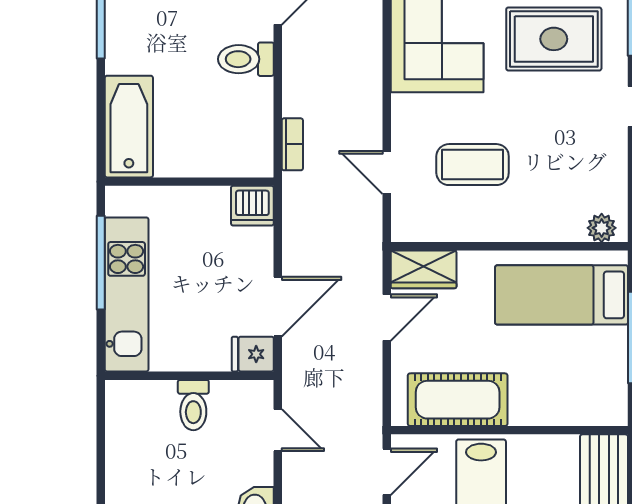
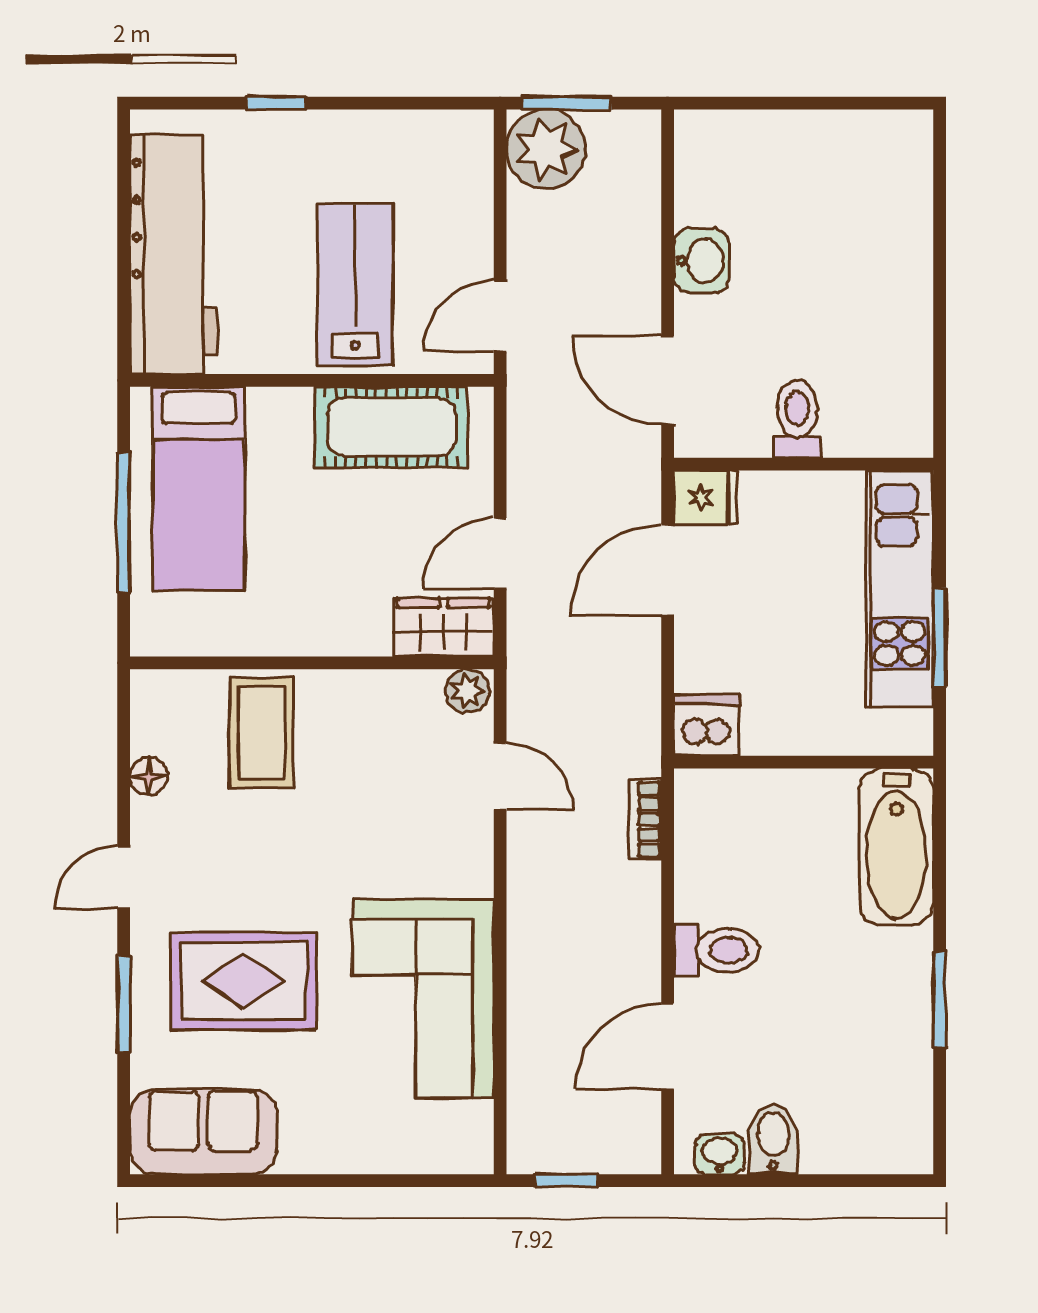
coffee table: (473, 165) -> (262, 733), moved, turned 90
floor lamp: (615, 172) -> (149, 776), added
plant: (602, 228) -> (467, 691), moved
window: (101, 263) -> (940, 638), width x0.69
bed: (562, 295) -> (199, 488), moved, turned 90
door: (278, 430) -> (668, 380), width x1.38

